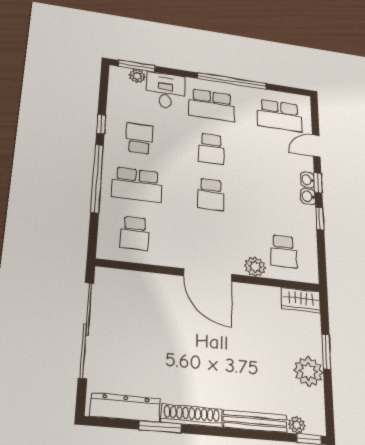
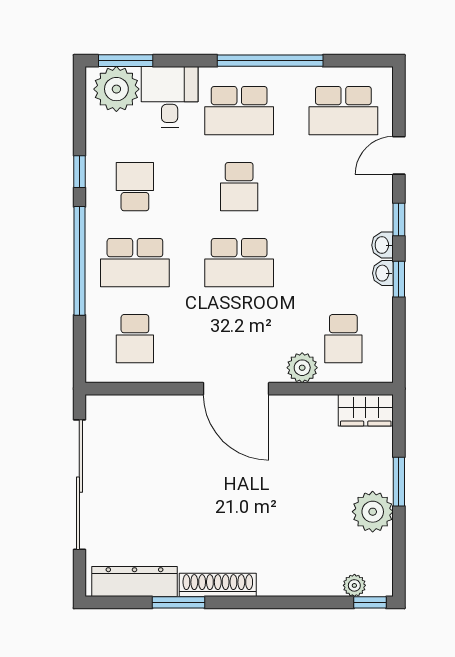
plant: (137, 76) -> (116, 89), width x1.87, depth x1.87
washbasin: (307, 180) -> (383, 273), moved
school desk: (211, 194) -> (239, 263), width x1.85
bench: (255, 421) -> (300, 585), removed

